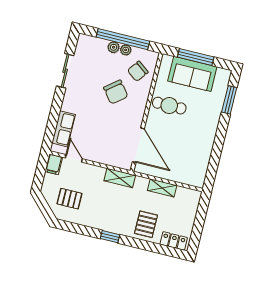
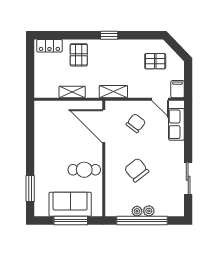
chair: (138, 71) -> (136, 123), moved

